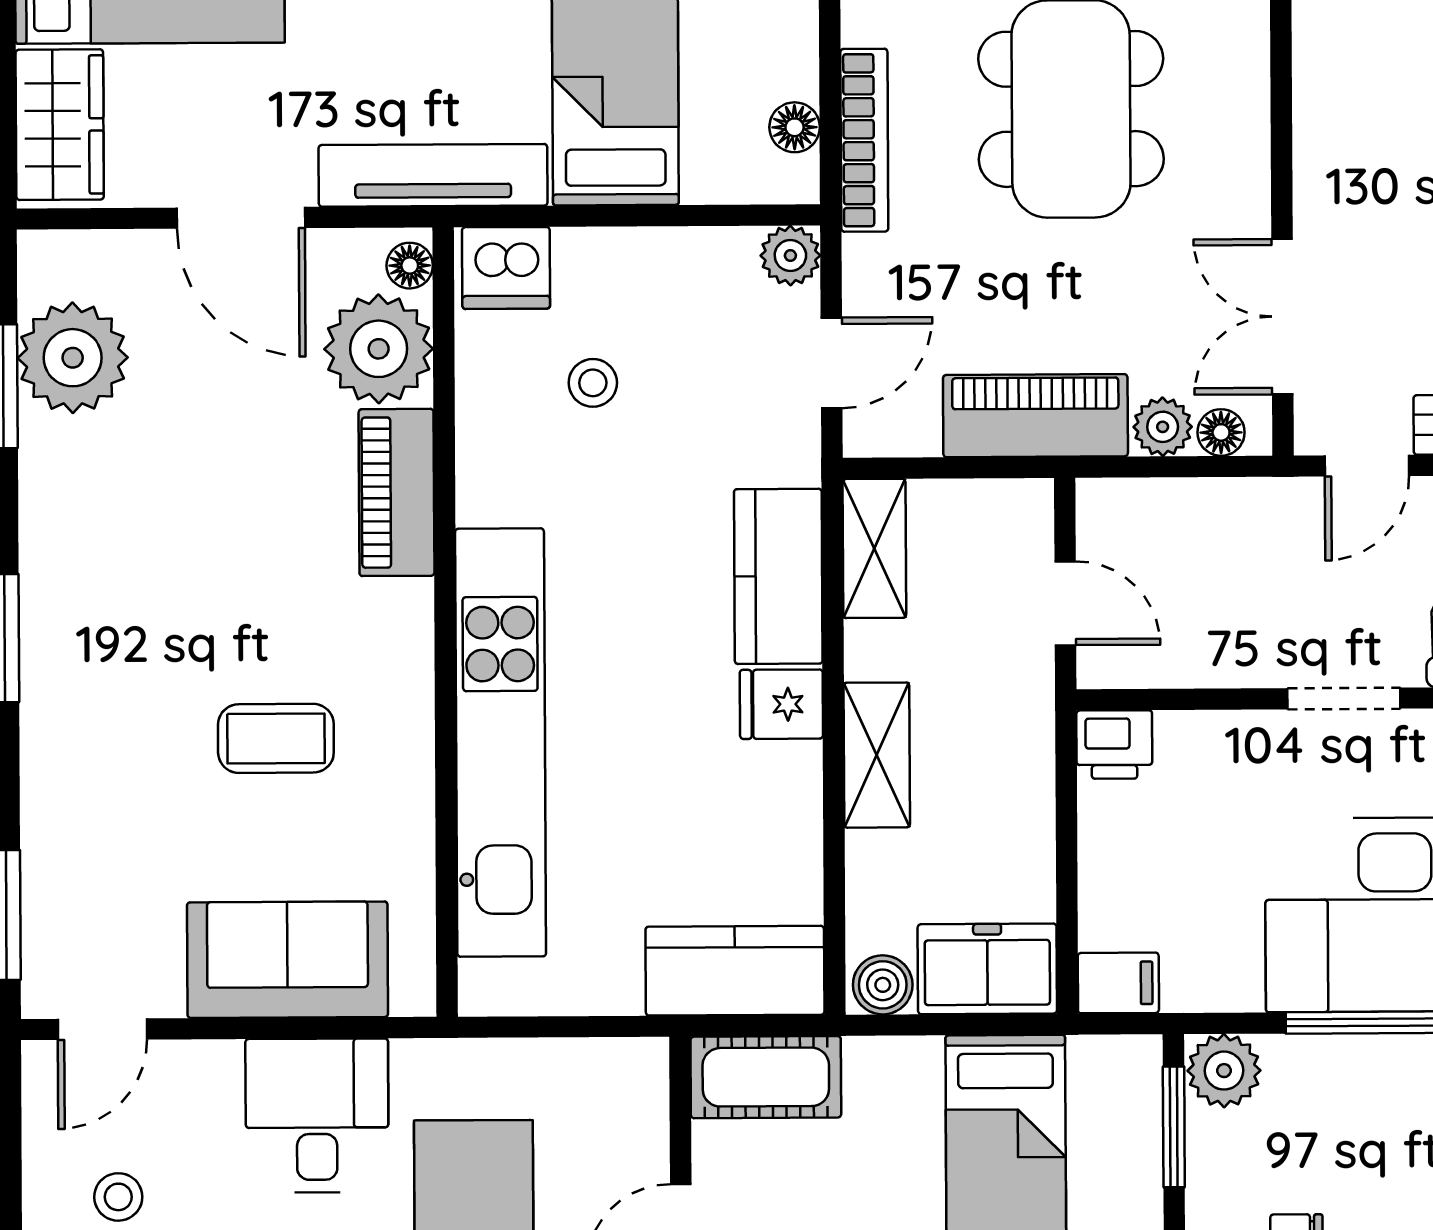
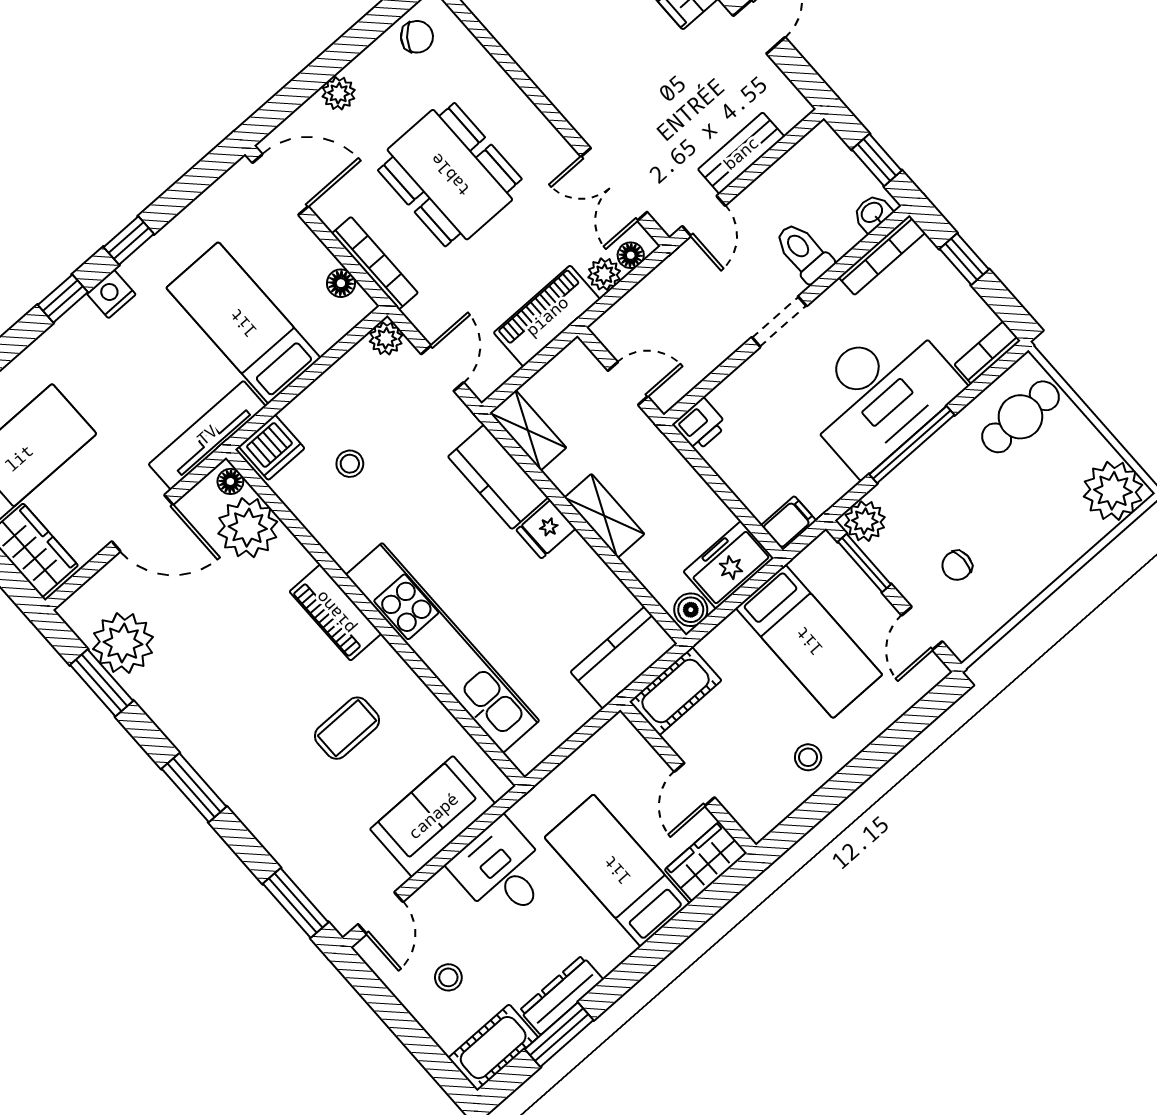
piano: (397, 492) -> (335, 613), moved

